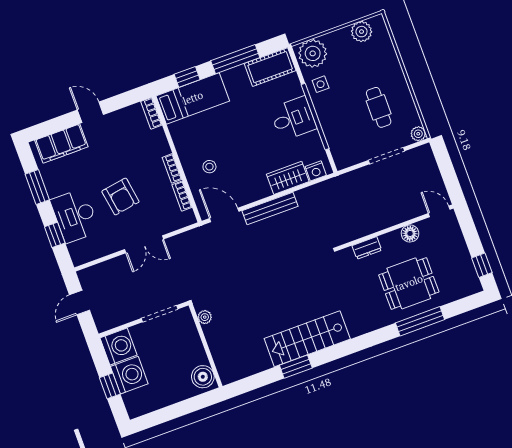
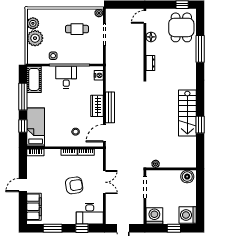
plant: (313, 53) -> (35, 38), moved
wardrobe: (288, 178) -> (97, 106), moved
desk: (75, 216) -> (90, 214), moved
dining table: (409, 283) -> (181, 27), moved
washing machine: (129, 375) -> (188, 215), moved, turned -90

